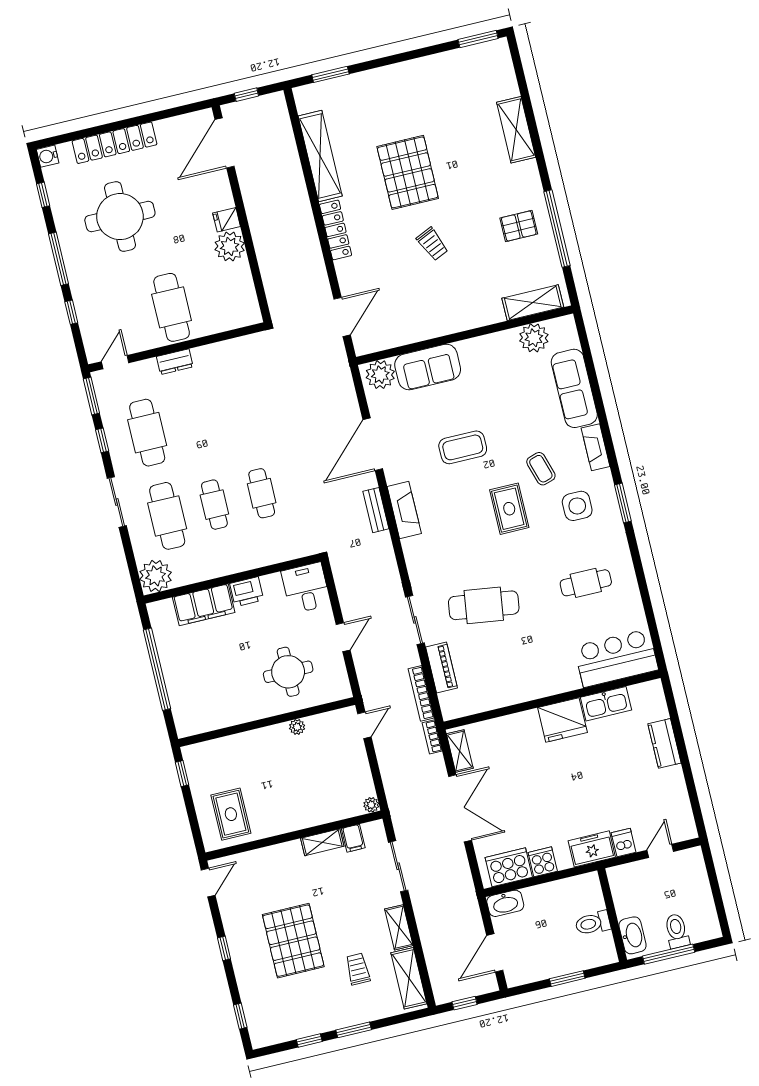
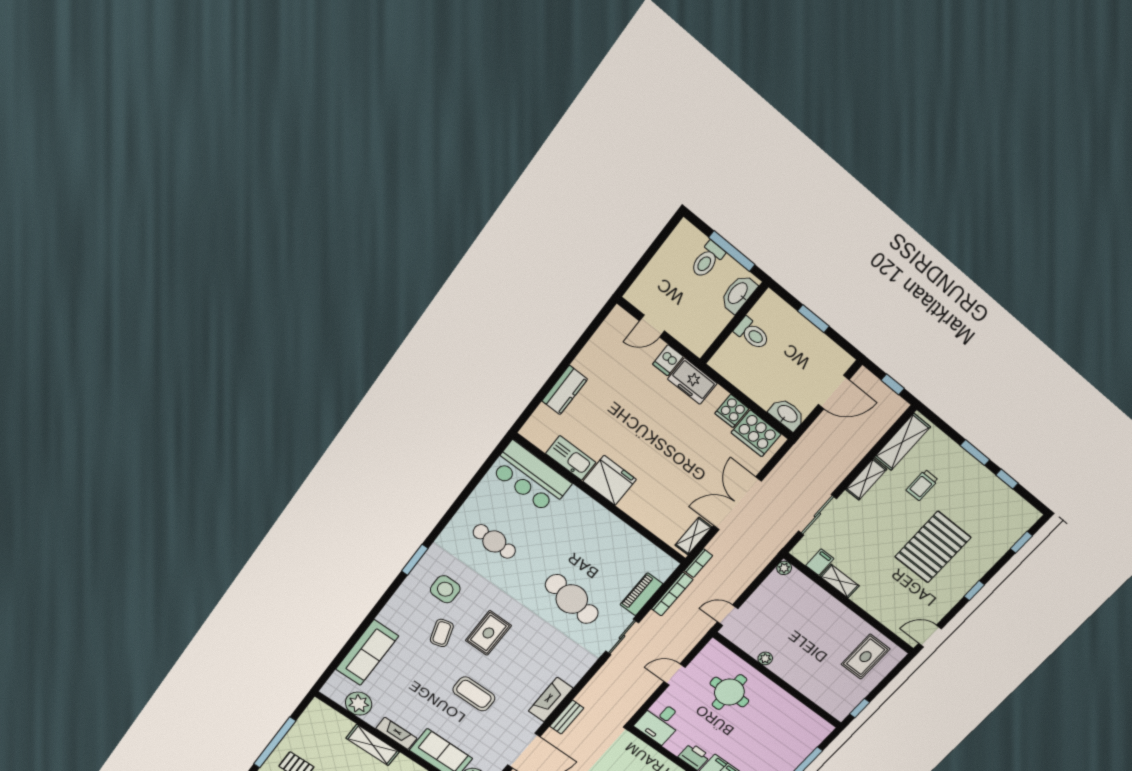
shelving: (533, 303) -> (373, 745), moved
fireplace: (596, 447) -> (396, 733), moved, turned -90

